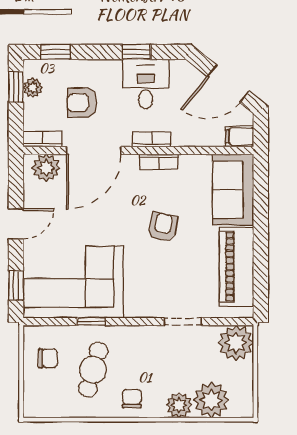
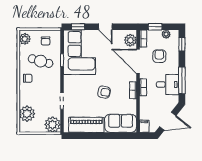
window: (137, 52) -> (182, 80), width x2.17
door: (228, 84) -> (168, 121), swing flipped
window: (16, 87) -> (155, 27), moved
plant: (179, 405) -> (25, 39), moved

